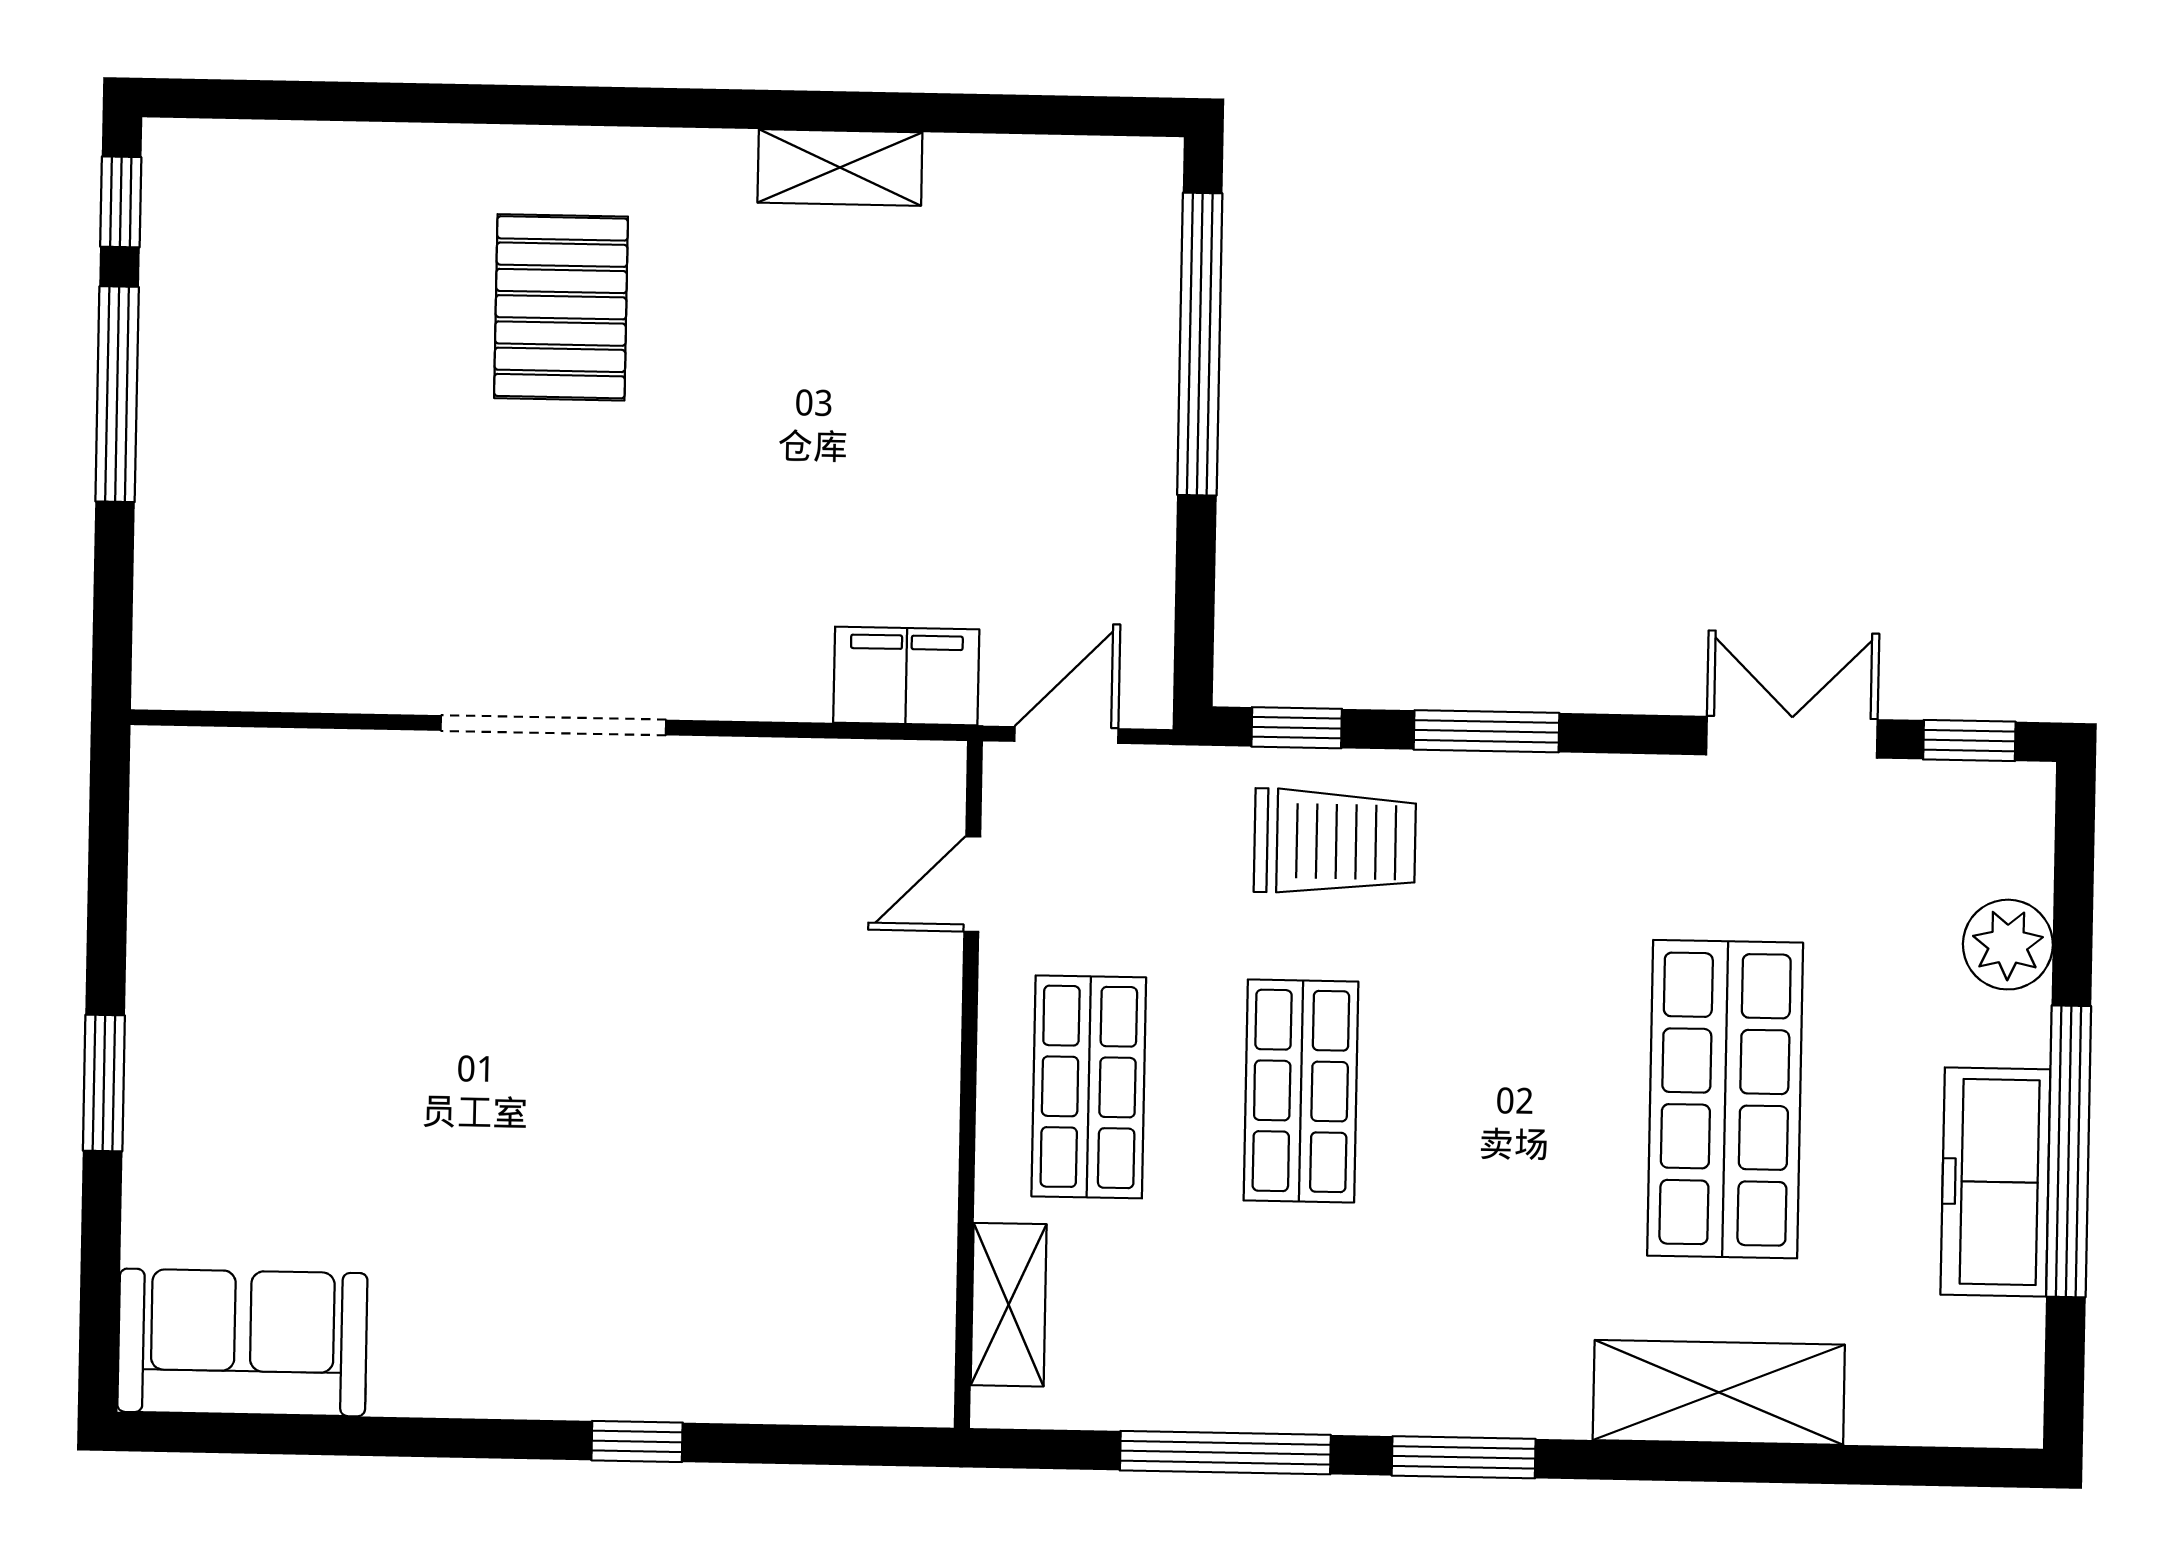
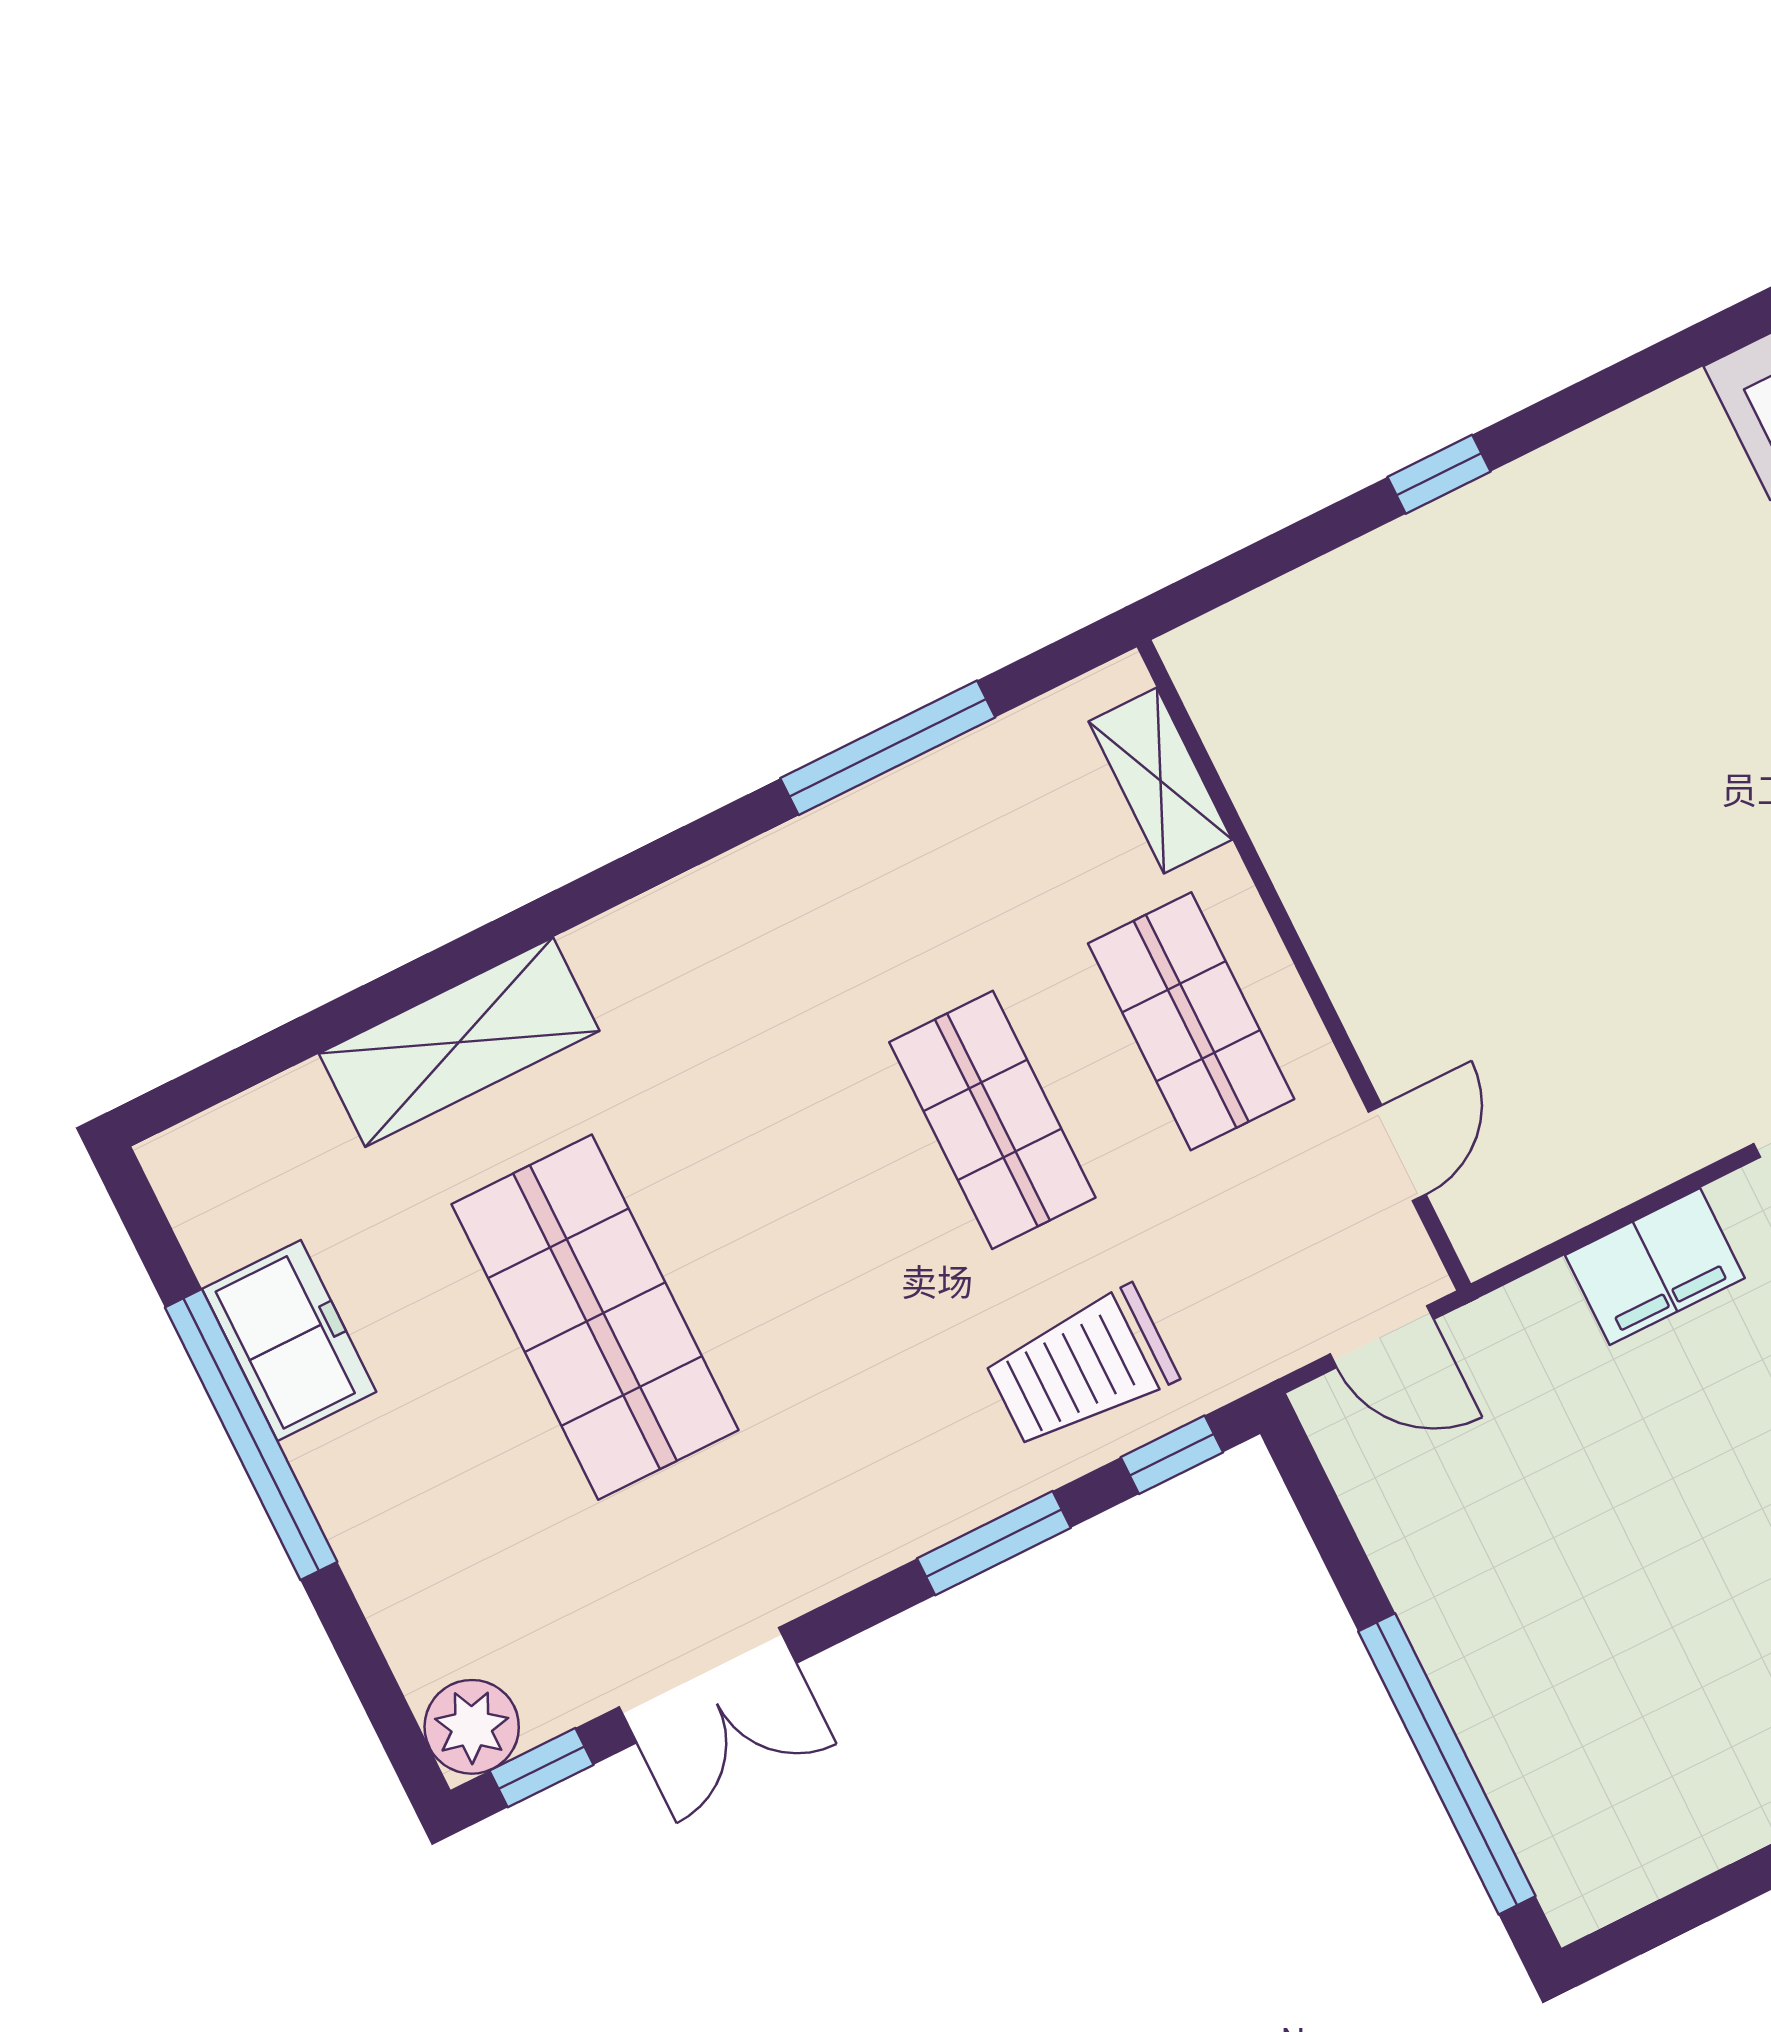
filing cabinet: (906, 676) -> (1655, 1267), moved
door: (1066, 735) -> (1382, 1337), hinge flipped
plant: (2008, 945) -> (472, 1727), moved
freezer: (1995, 1182) -> (289, 1340), width x0.71
window: (1464, 1457) -> (665, 859), removed

